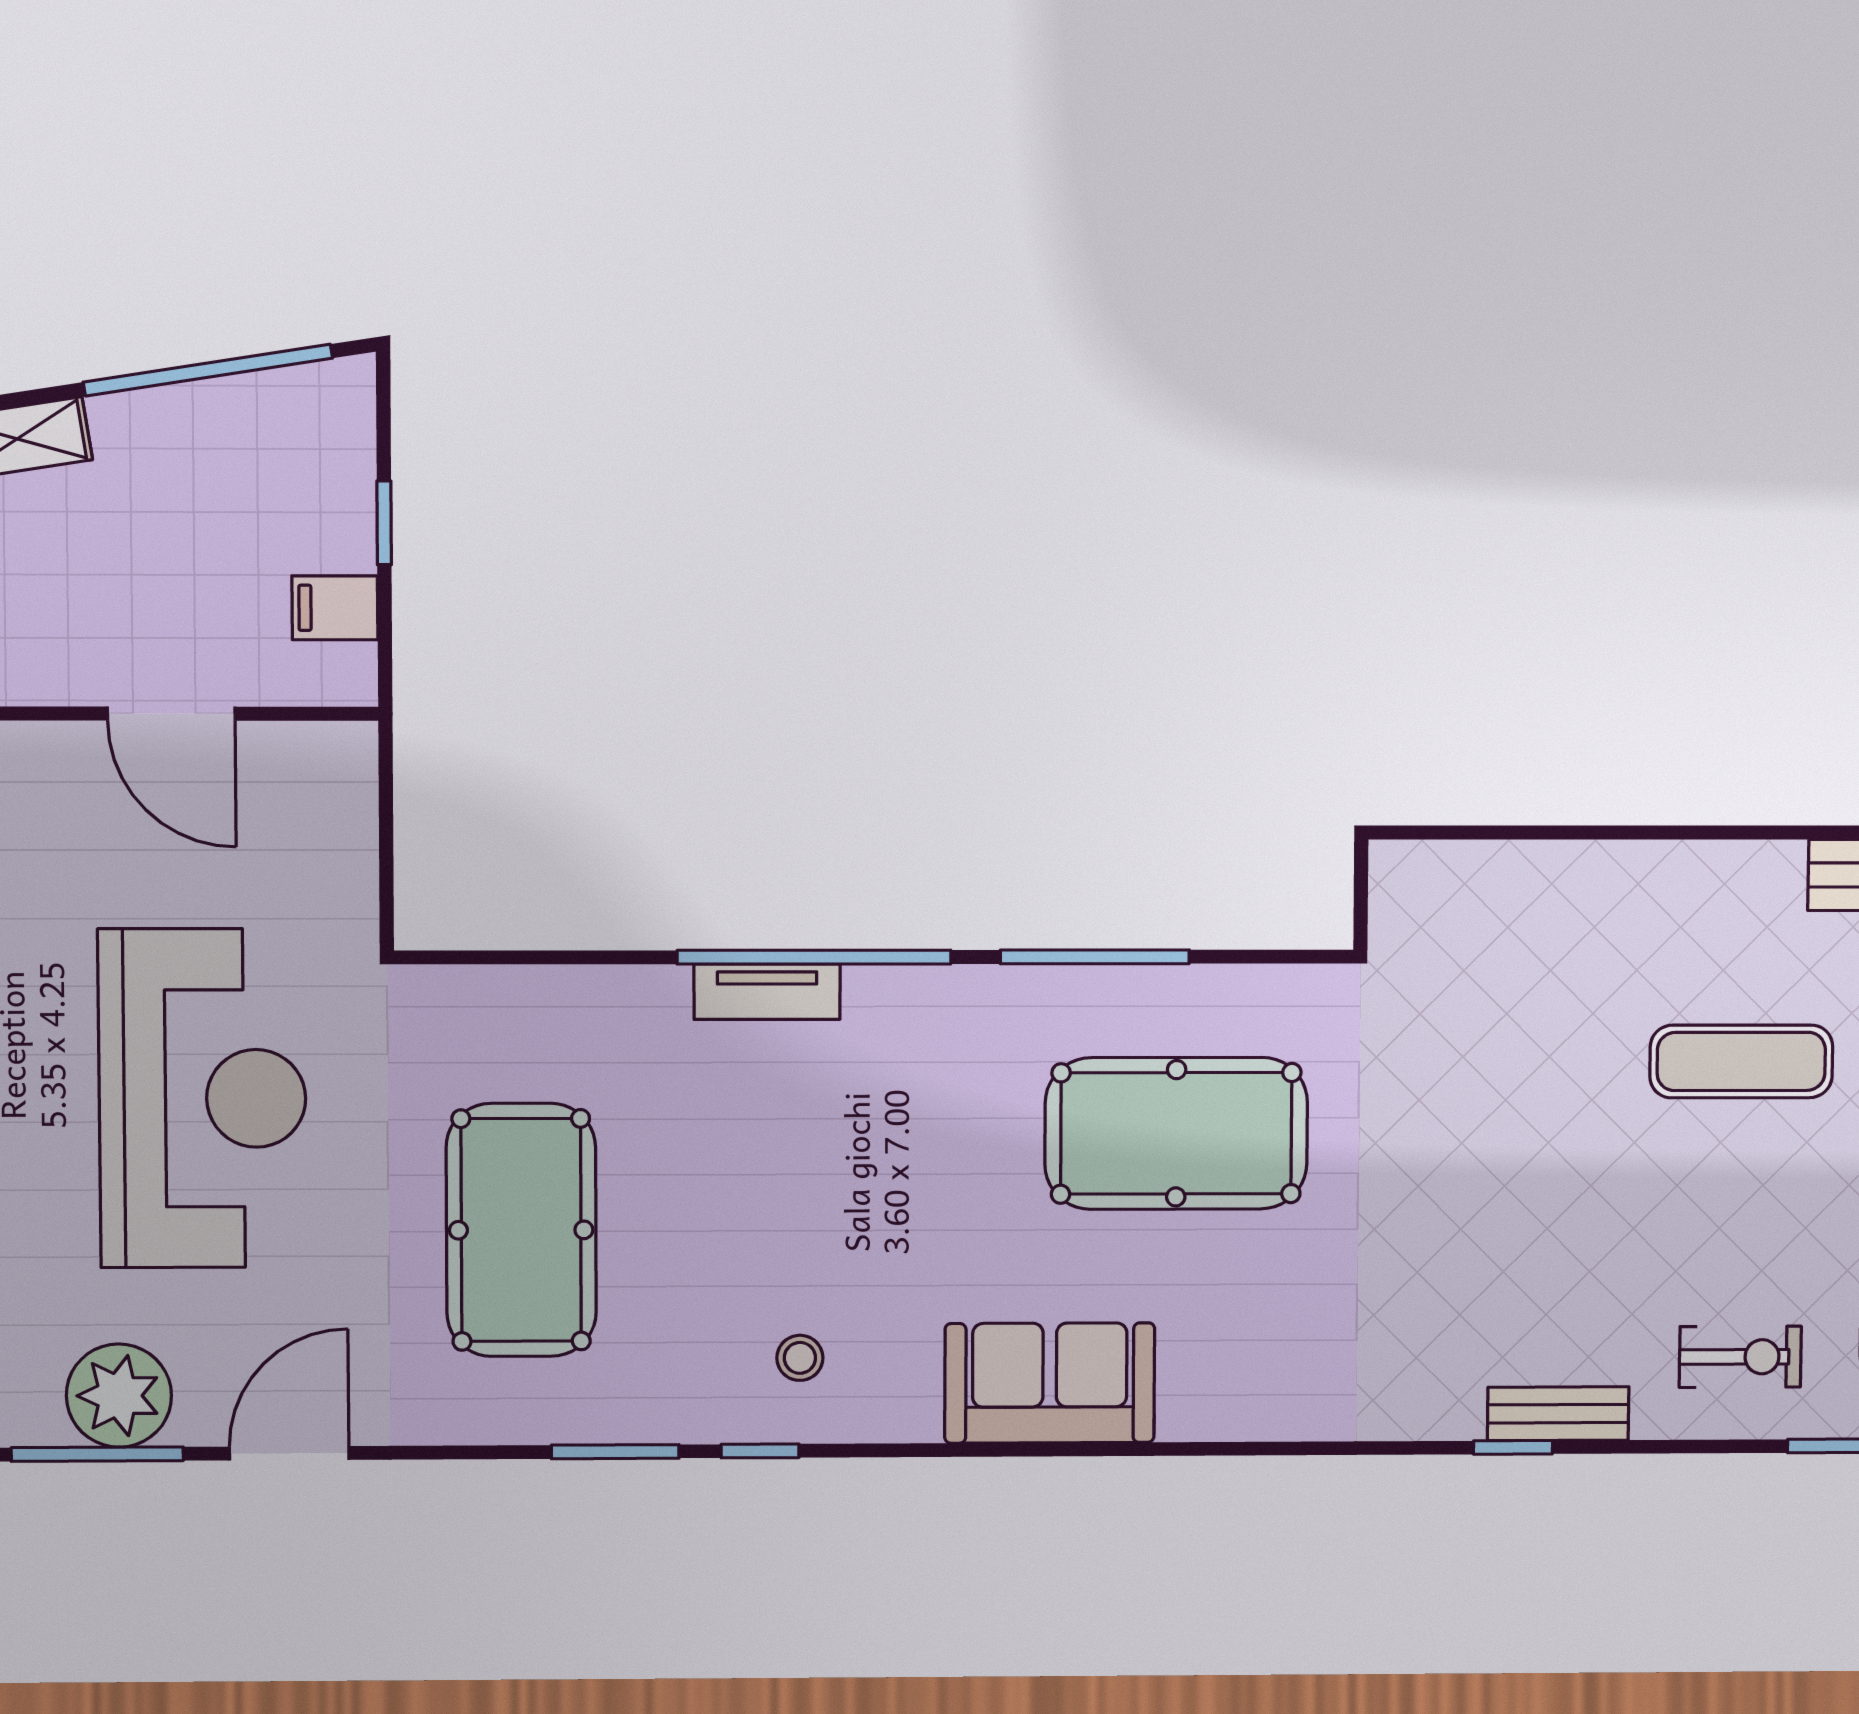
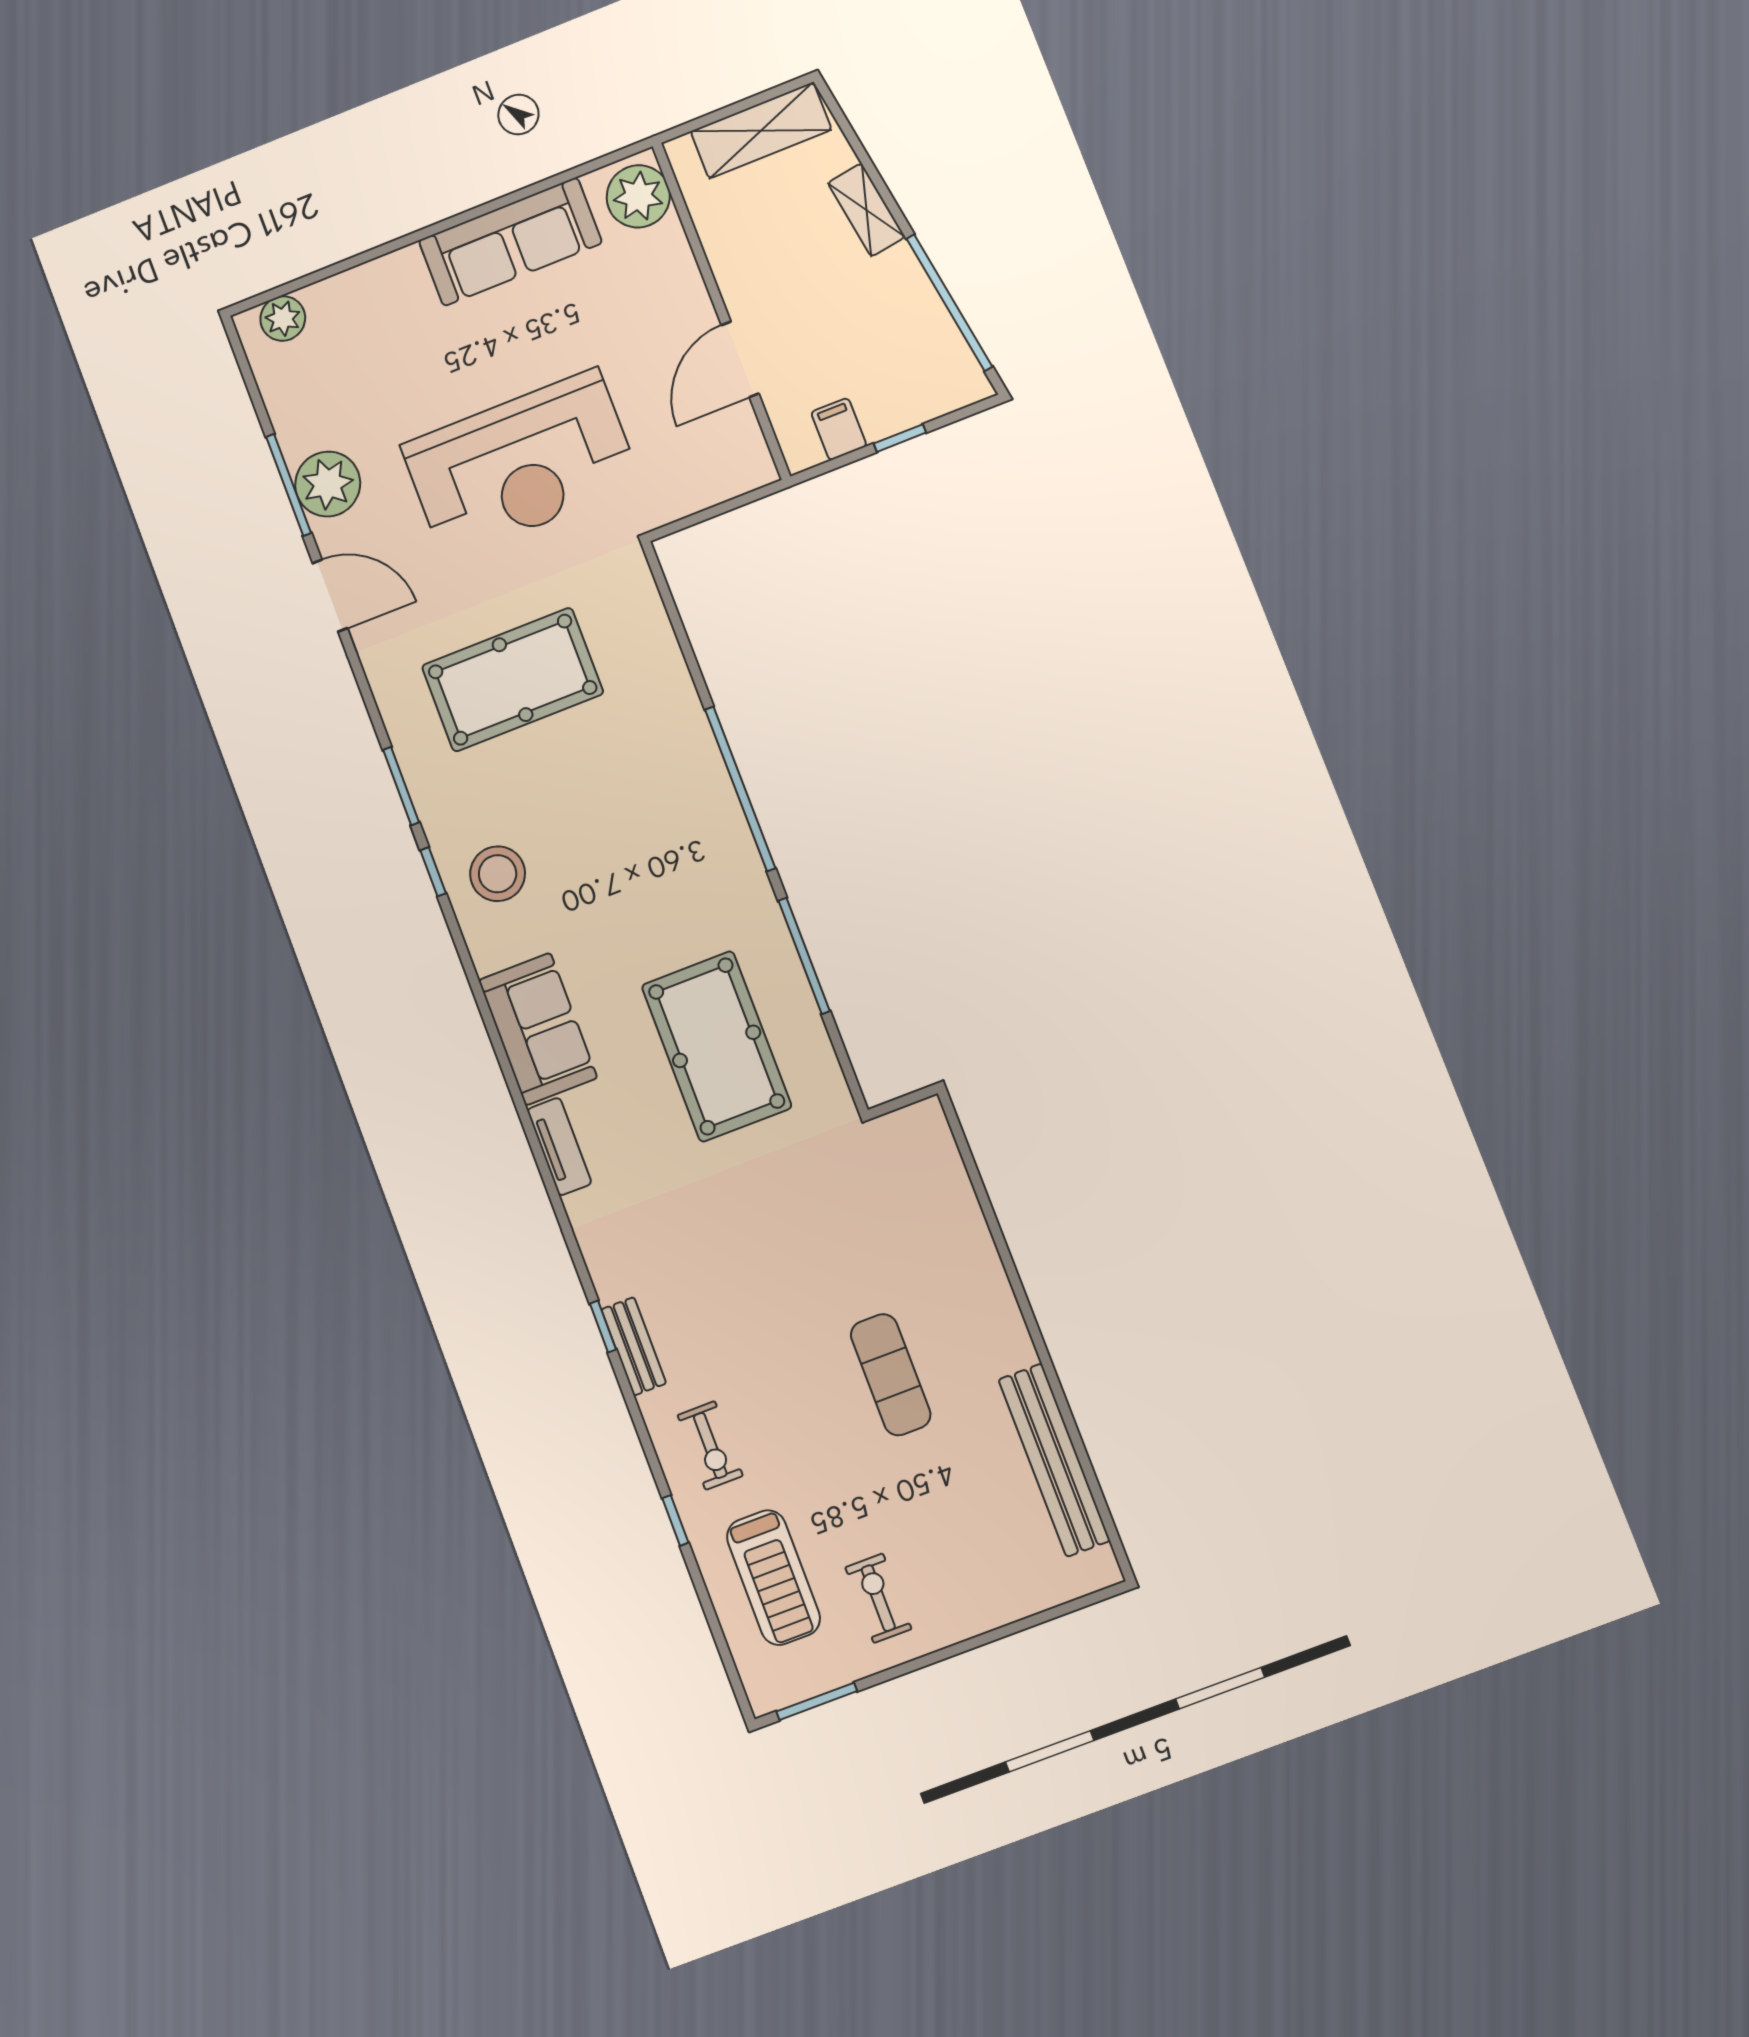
tv unit: (767, 992) -> (559, 1147), moved, turned 180
stool: (800, 1358) -> (498, 874), width x1.89, depth x1.89

